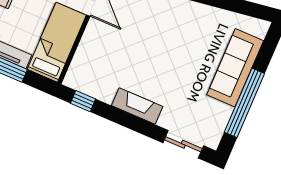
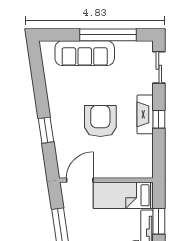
armchair: (151, 52) -> (100, 121), added
window: (83, 101) -> (159, 119), moved

